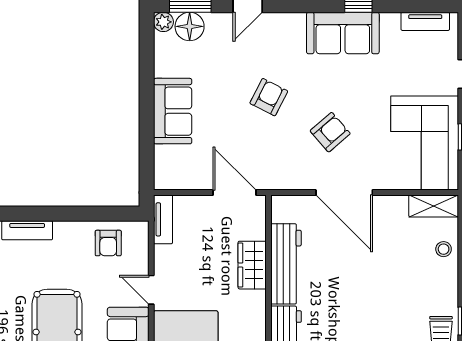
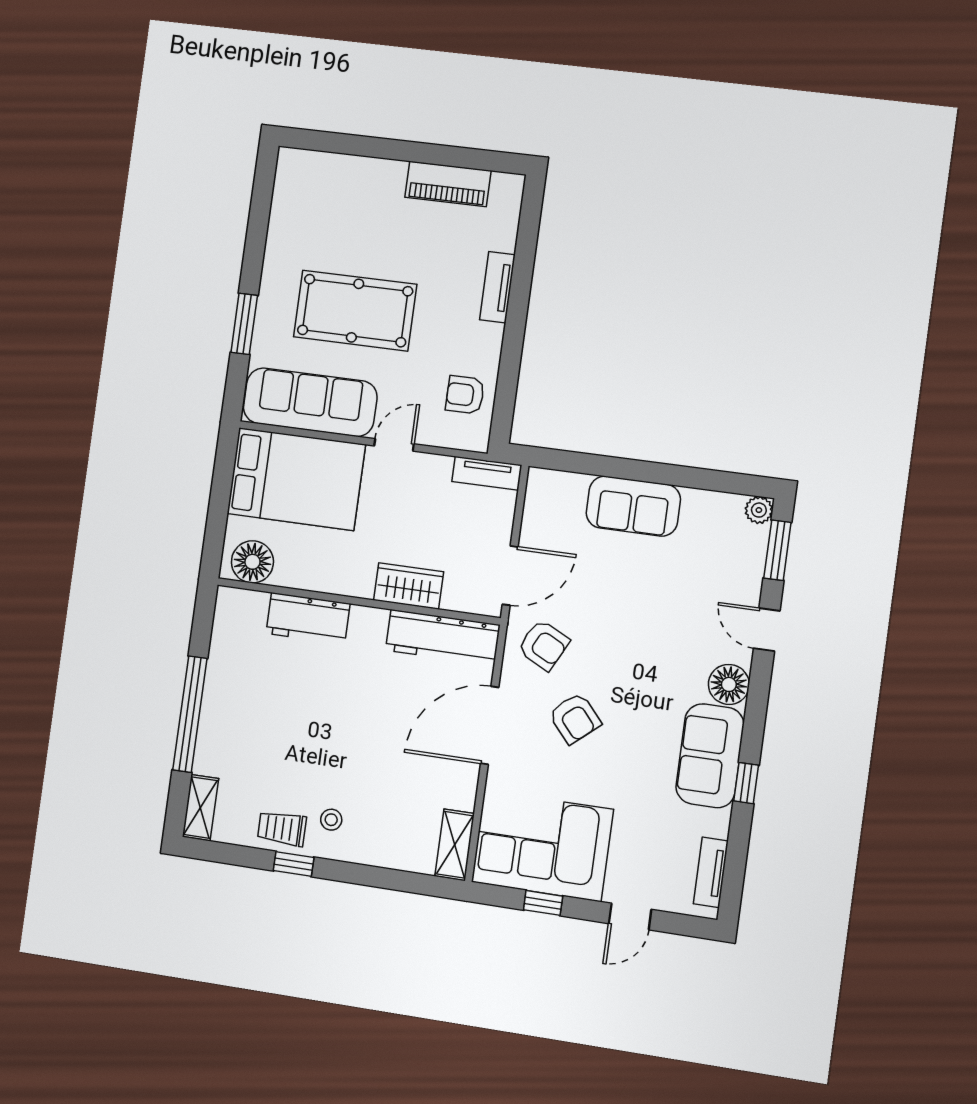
floor lamp: (190, 26) -> (729, 684), moved
armchair: (269, 97) -> (544, 645), moved
stool: (444, 249) -> (331, 820), moved
workbench: (286, 264) -> (443, 637), moved

